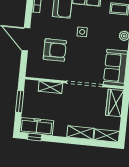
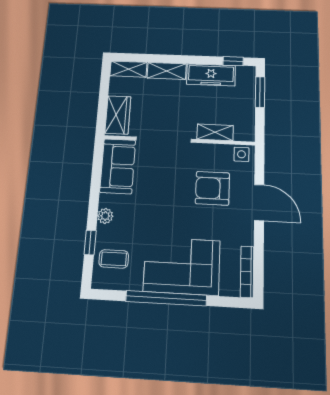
side table: (82, 32) -> (241, 154), moved
window: (20, 102) -> (260, 92), moved
freezer: (37, 126) -> (211, 75), moved

